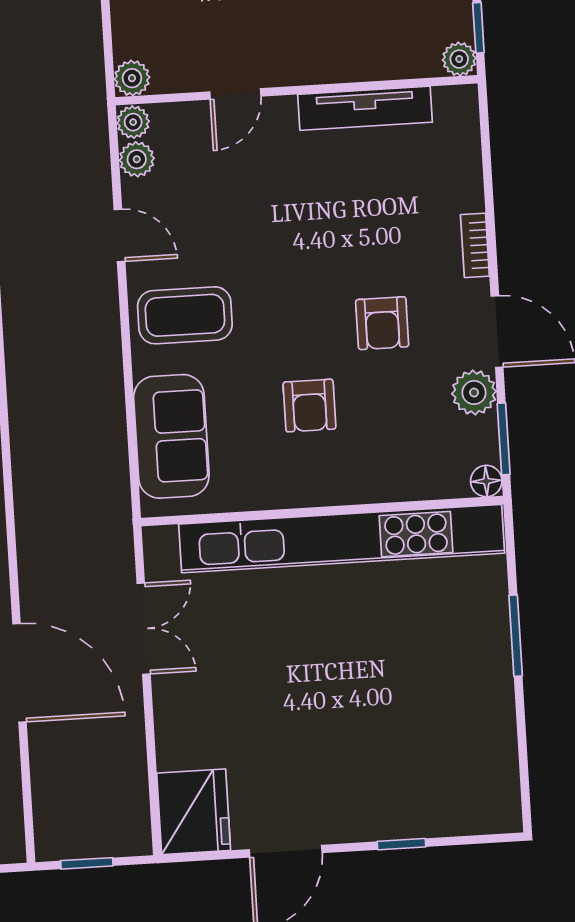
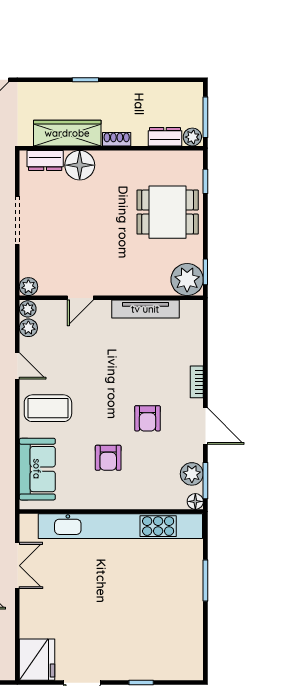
plant: (459, 59) -> (187, 280), width x1.88, depth x1.88
plant: (474, 393) -> (192, 474), moved

